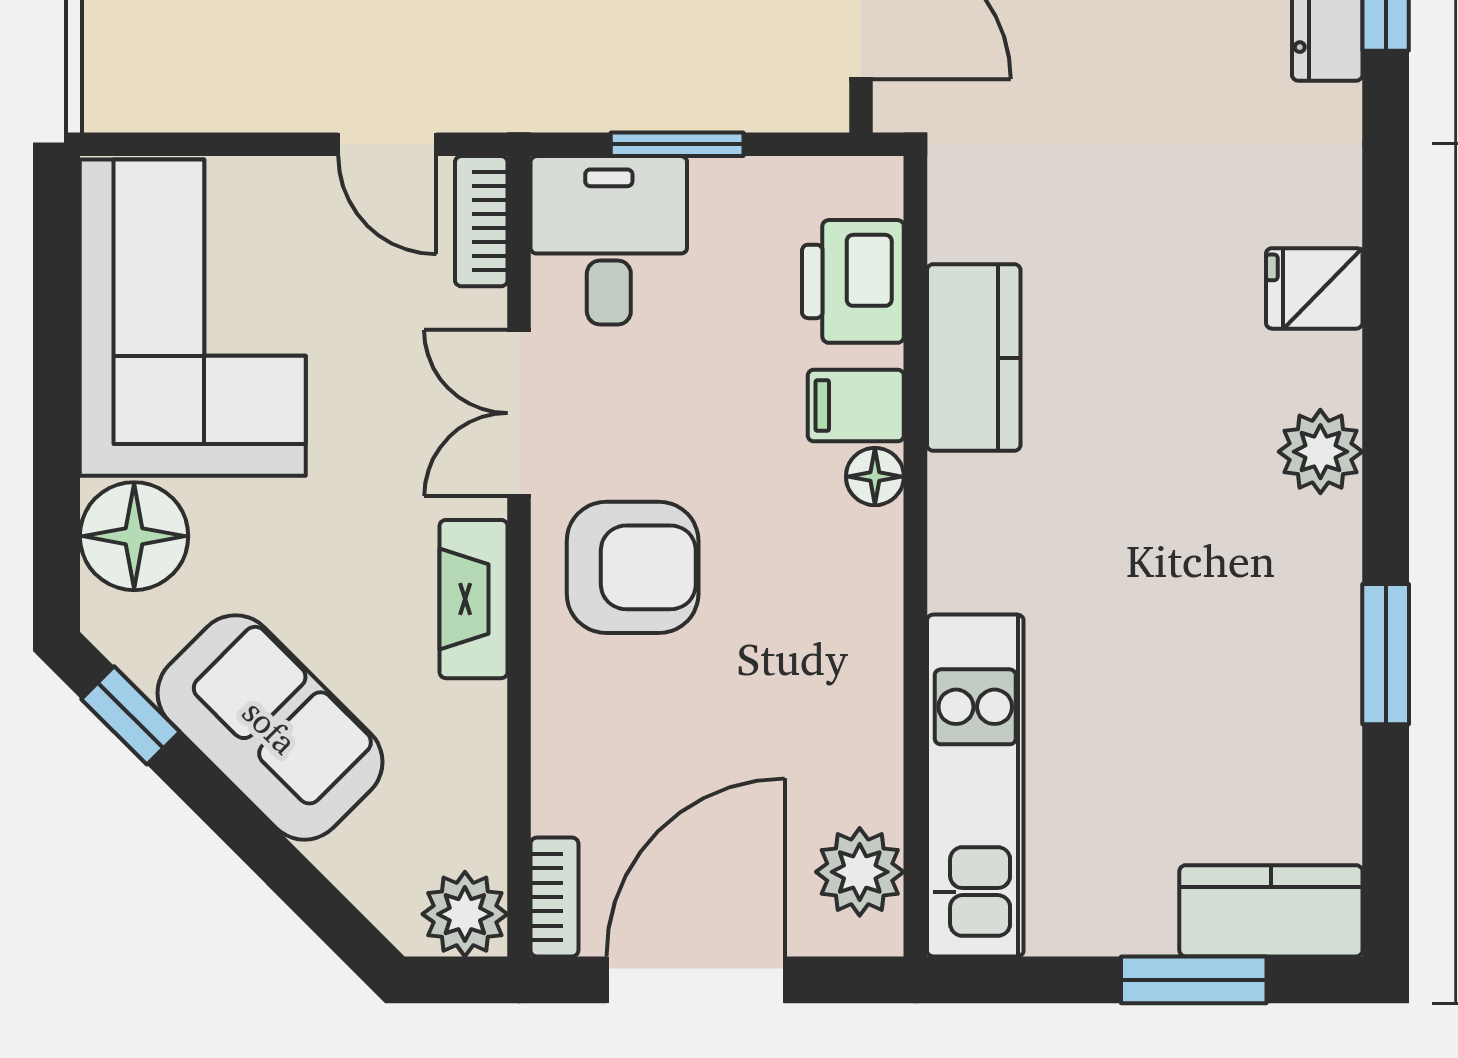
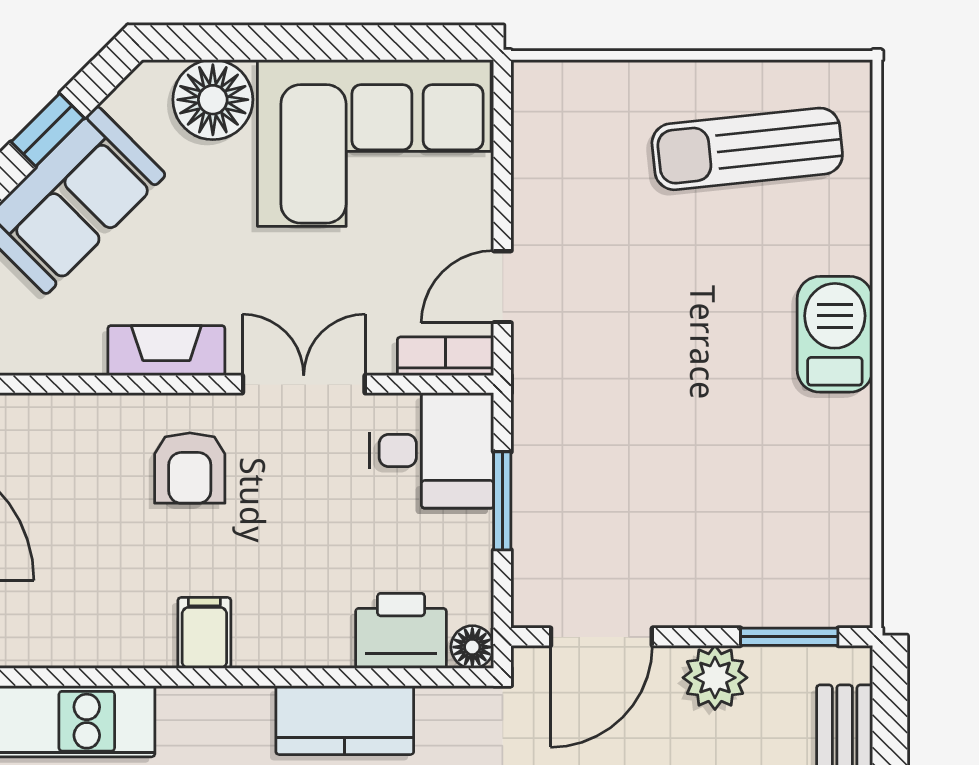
filing cabinet: (856, 406) -> (204, 633), moved
floor lamp: (875, 477) -> (472, 647), moved
armchair: (633, 567) -> (190, 468), width x0.72, depth x0.72
window: (130, 715) -> (48, 130), moved

